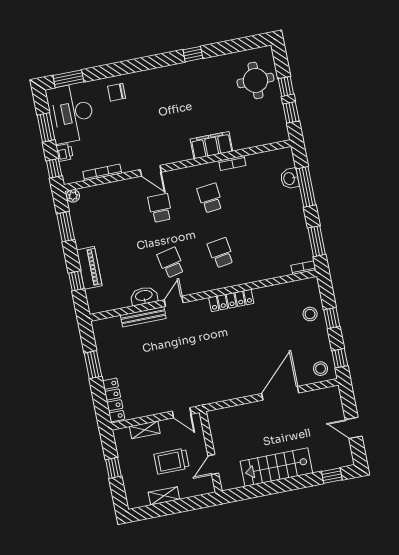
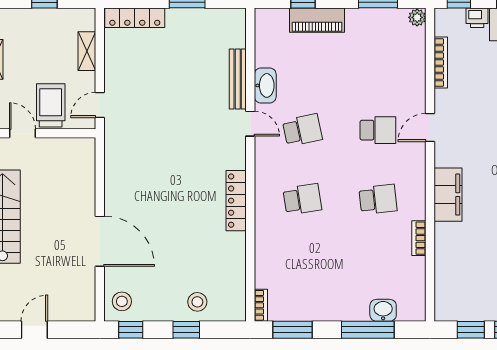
filing cabinet: (211, 145) -> (448, 195), moved
trolley: (172, 461) -> (51, 105), moved

